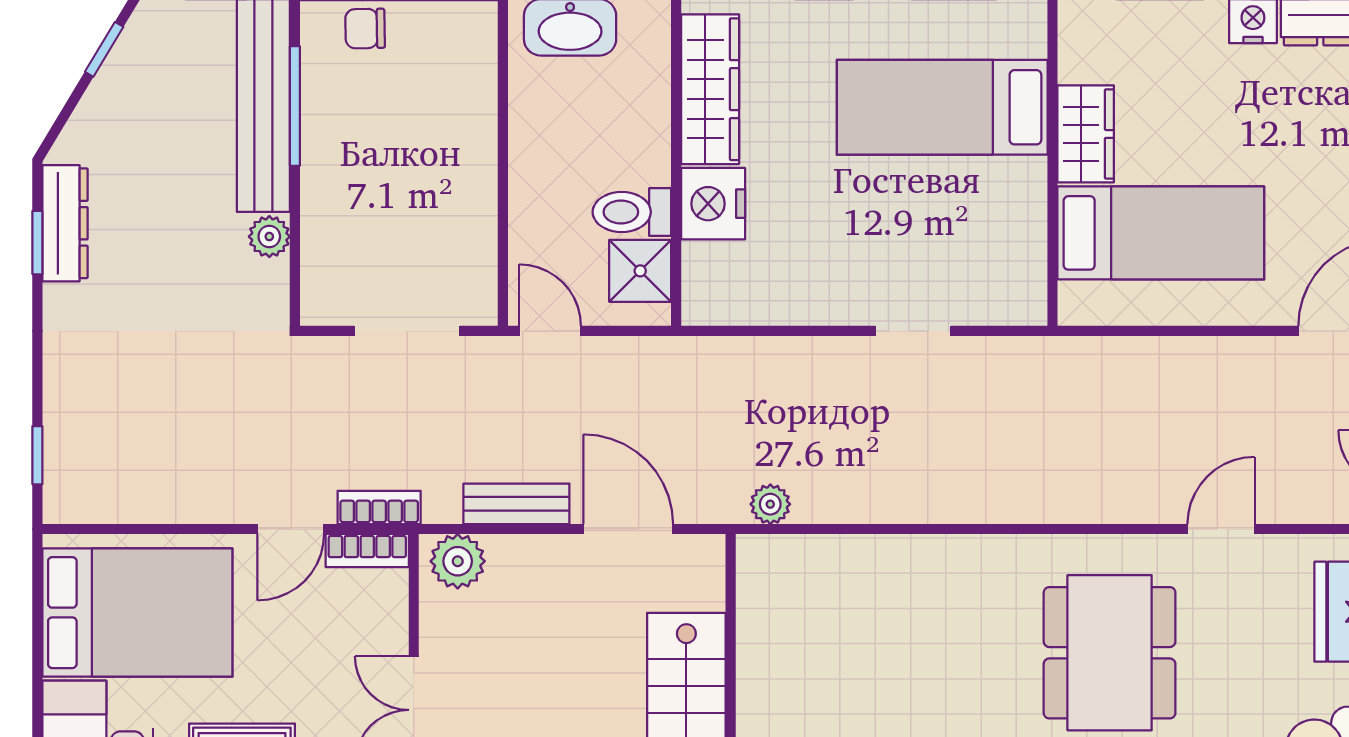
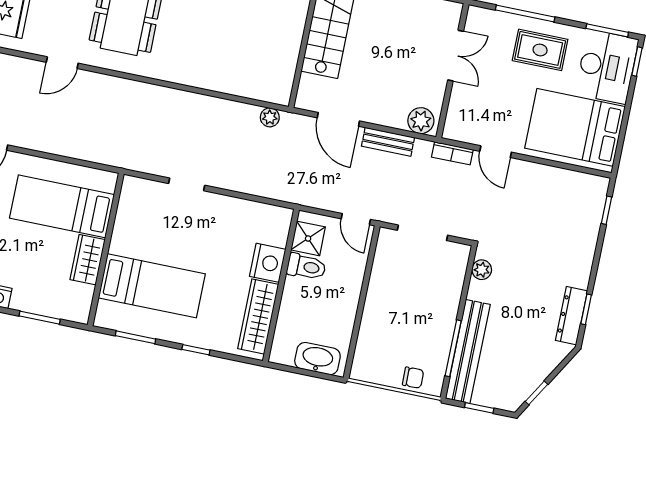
plant: (269, 237) -> (482, 270), moved
door: (291, 529) -> (496, 152), swing flipped
bookcase: (367, 551) -> (462, 134), removed

